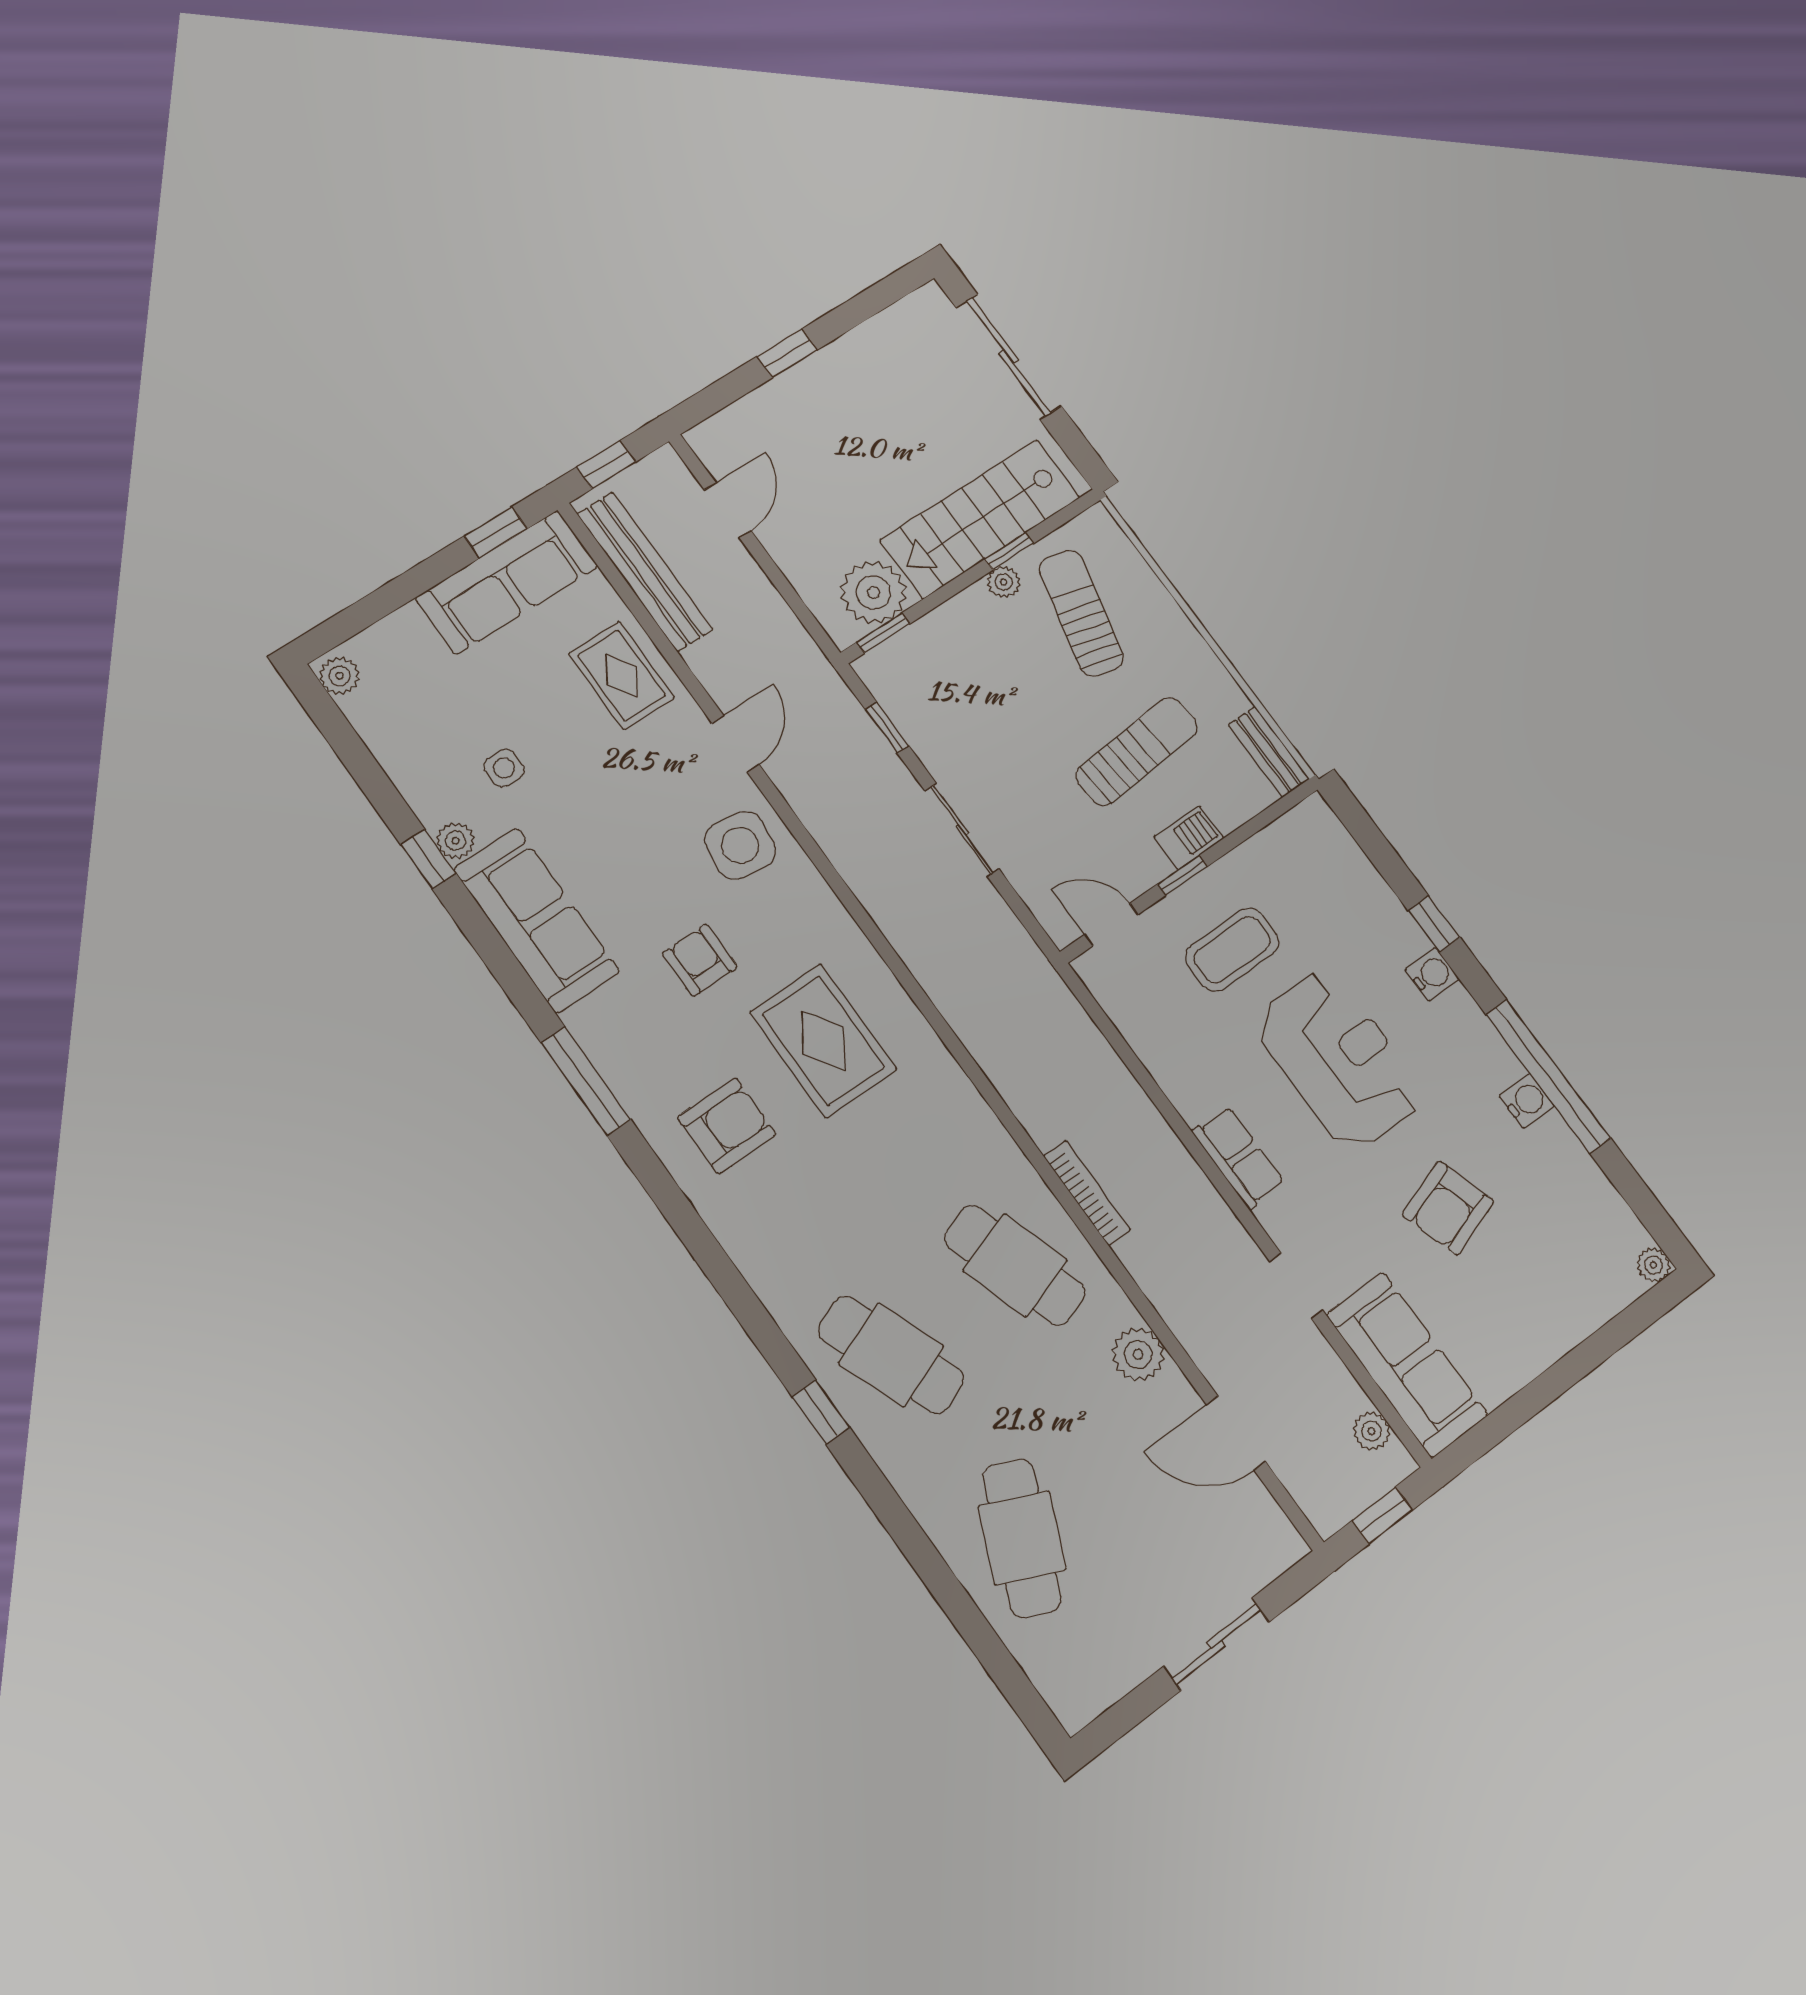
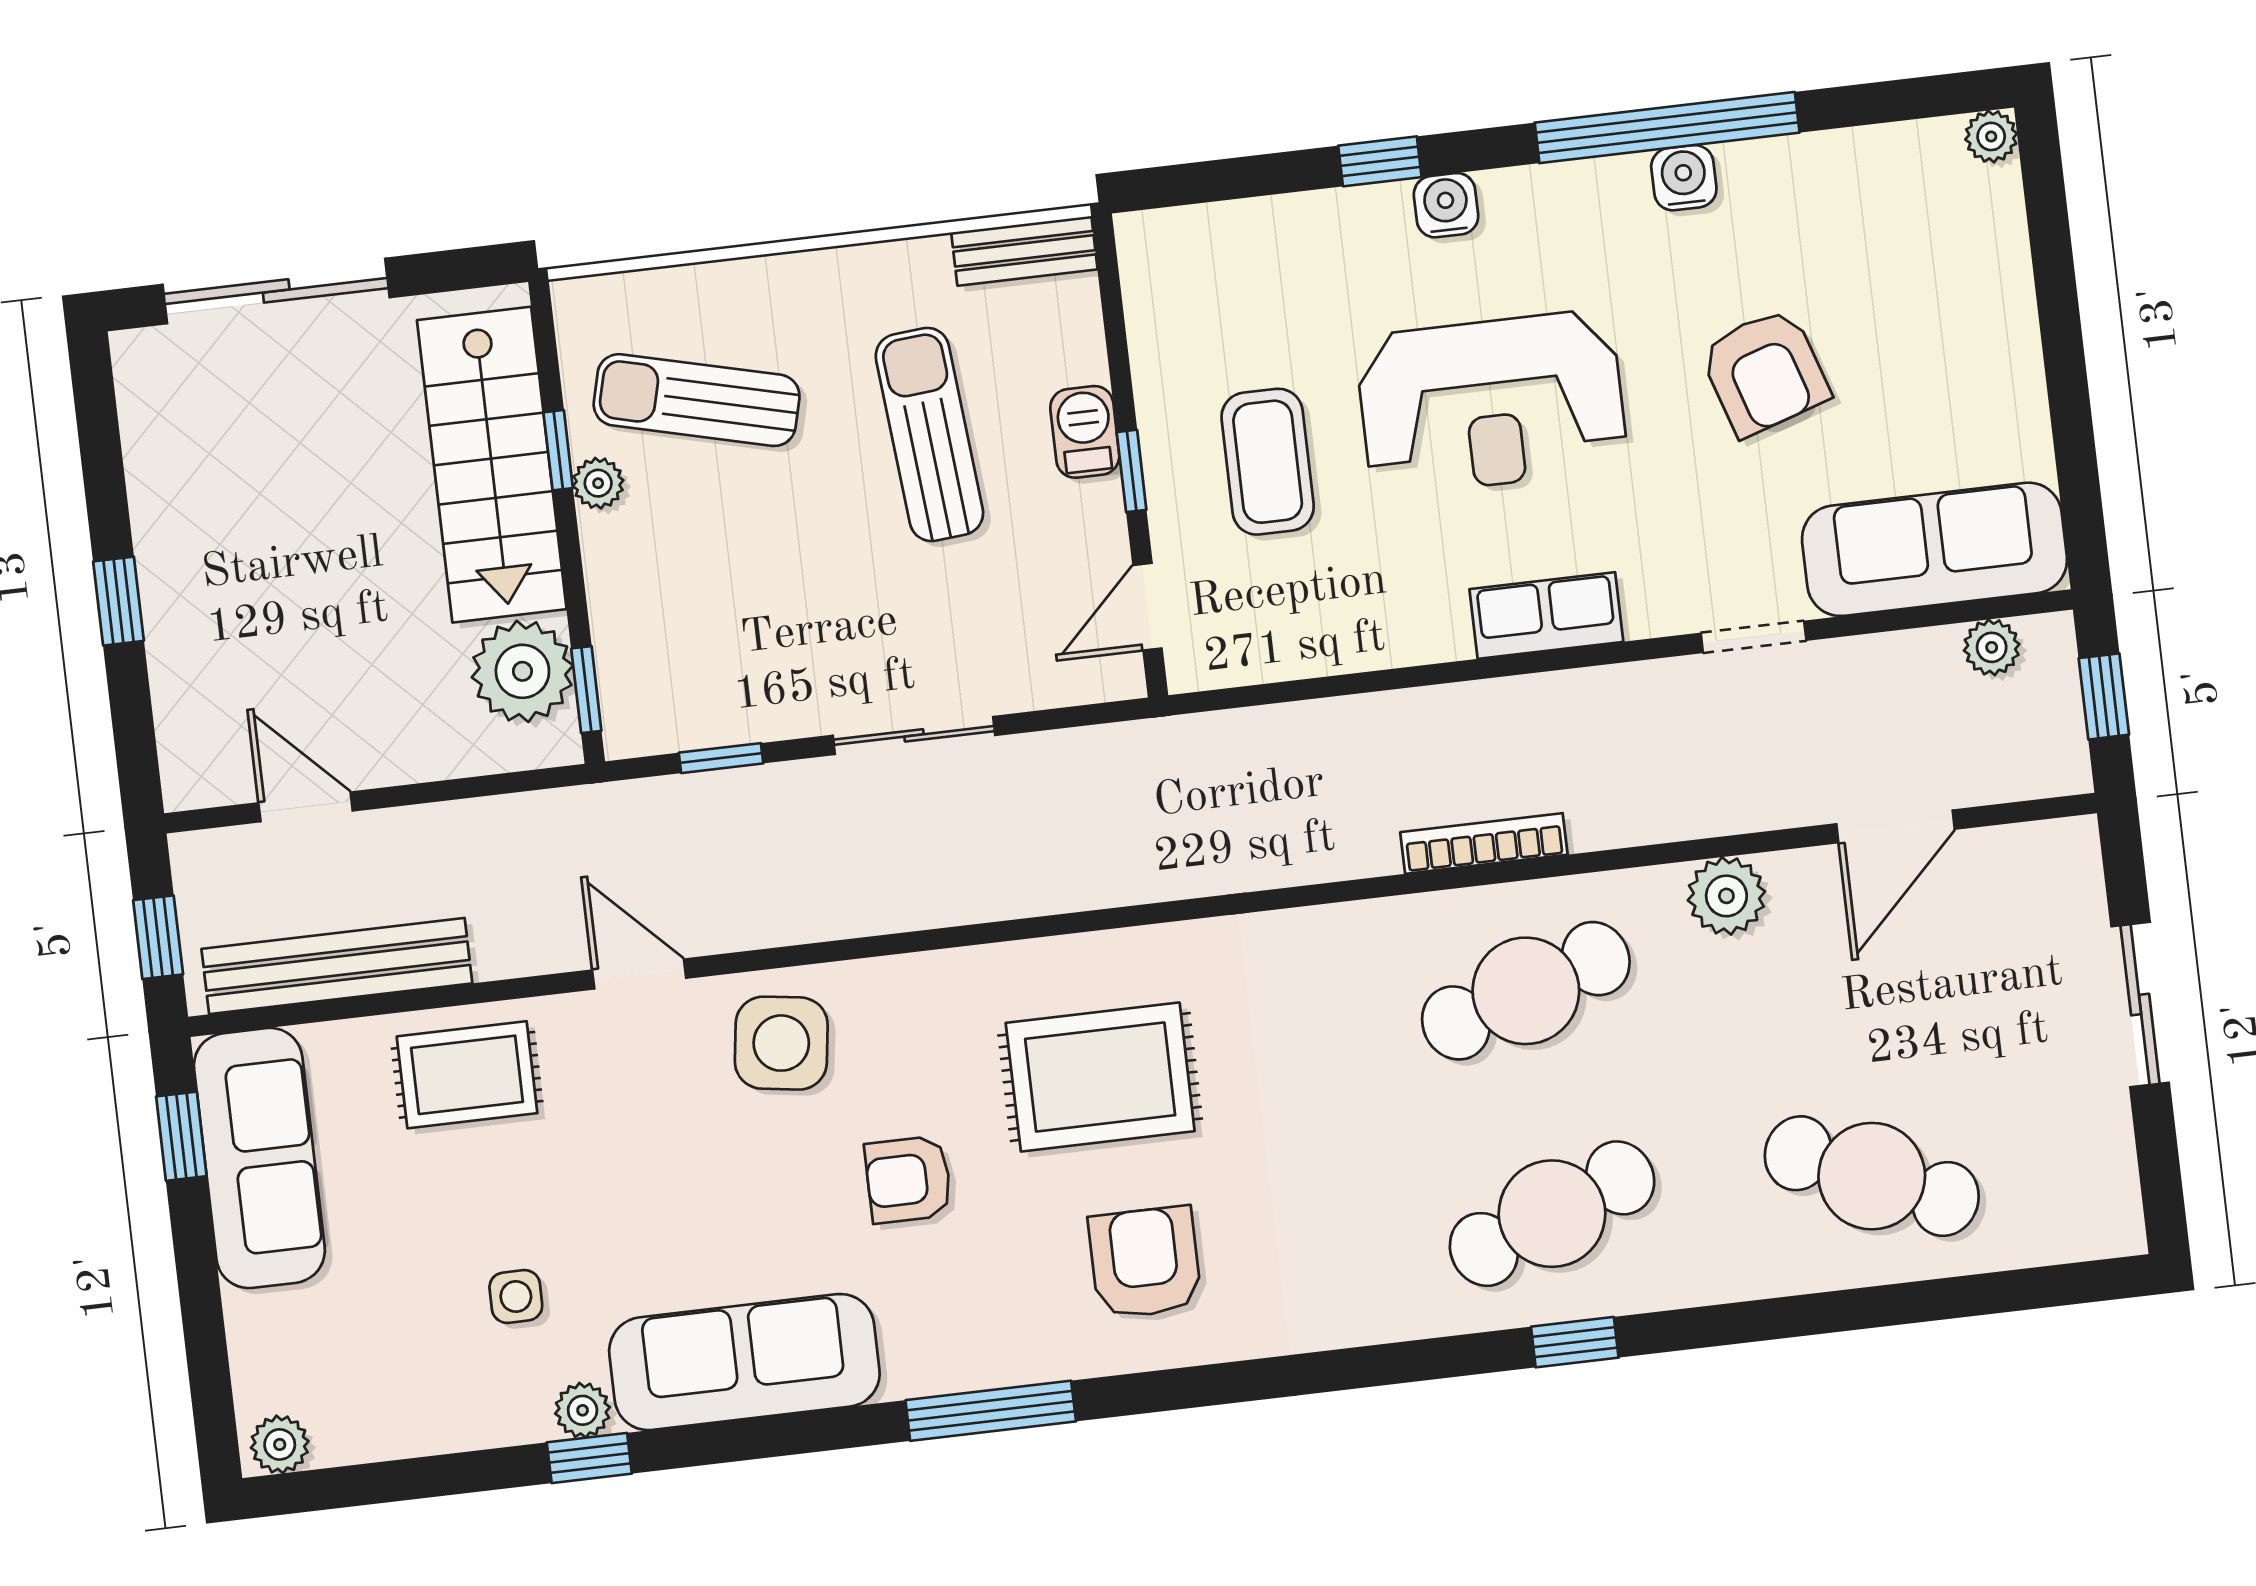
reception desk: (1339, 1060) -> (1492, 403), turned 180

